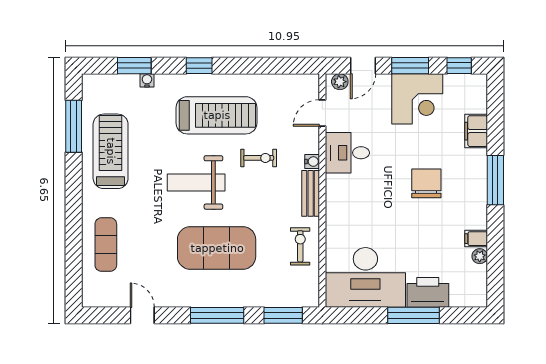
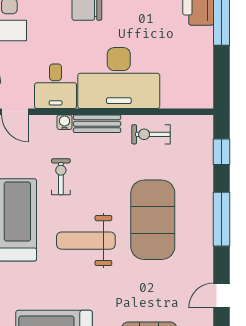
weight bench: (196, 182) -> (86, 241), turned 90
desk: (365, 277) -> (119, 78), moved, turned 90
window: (283, 315) -> (222, 152), width x0.67

